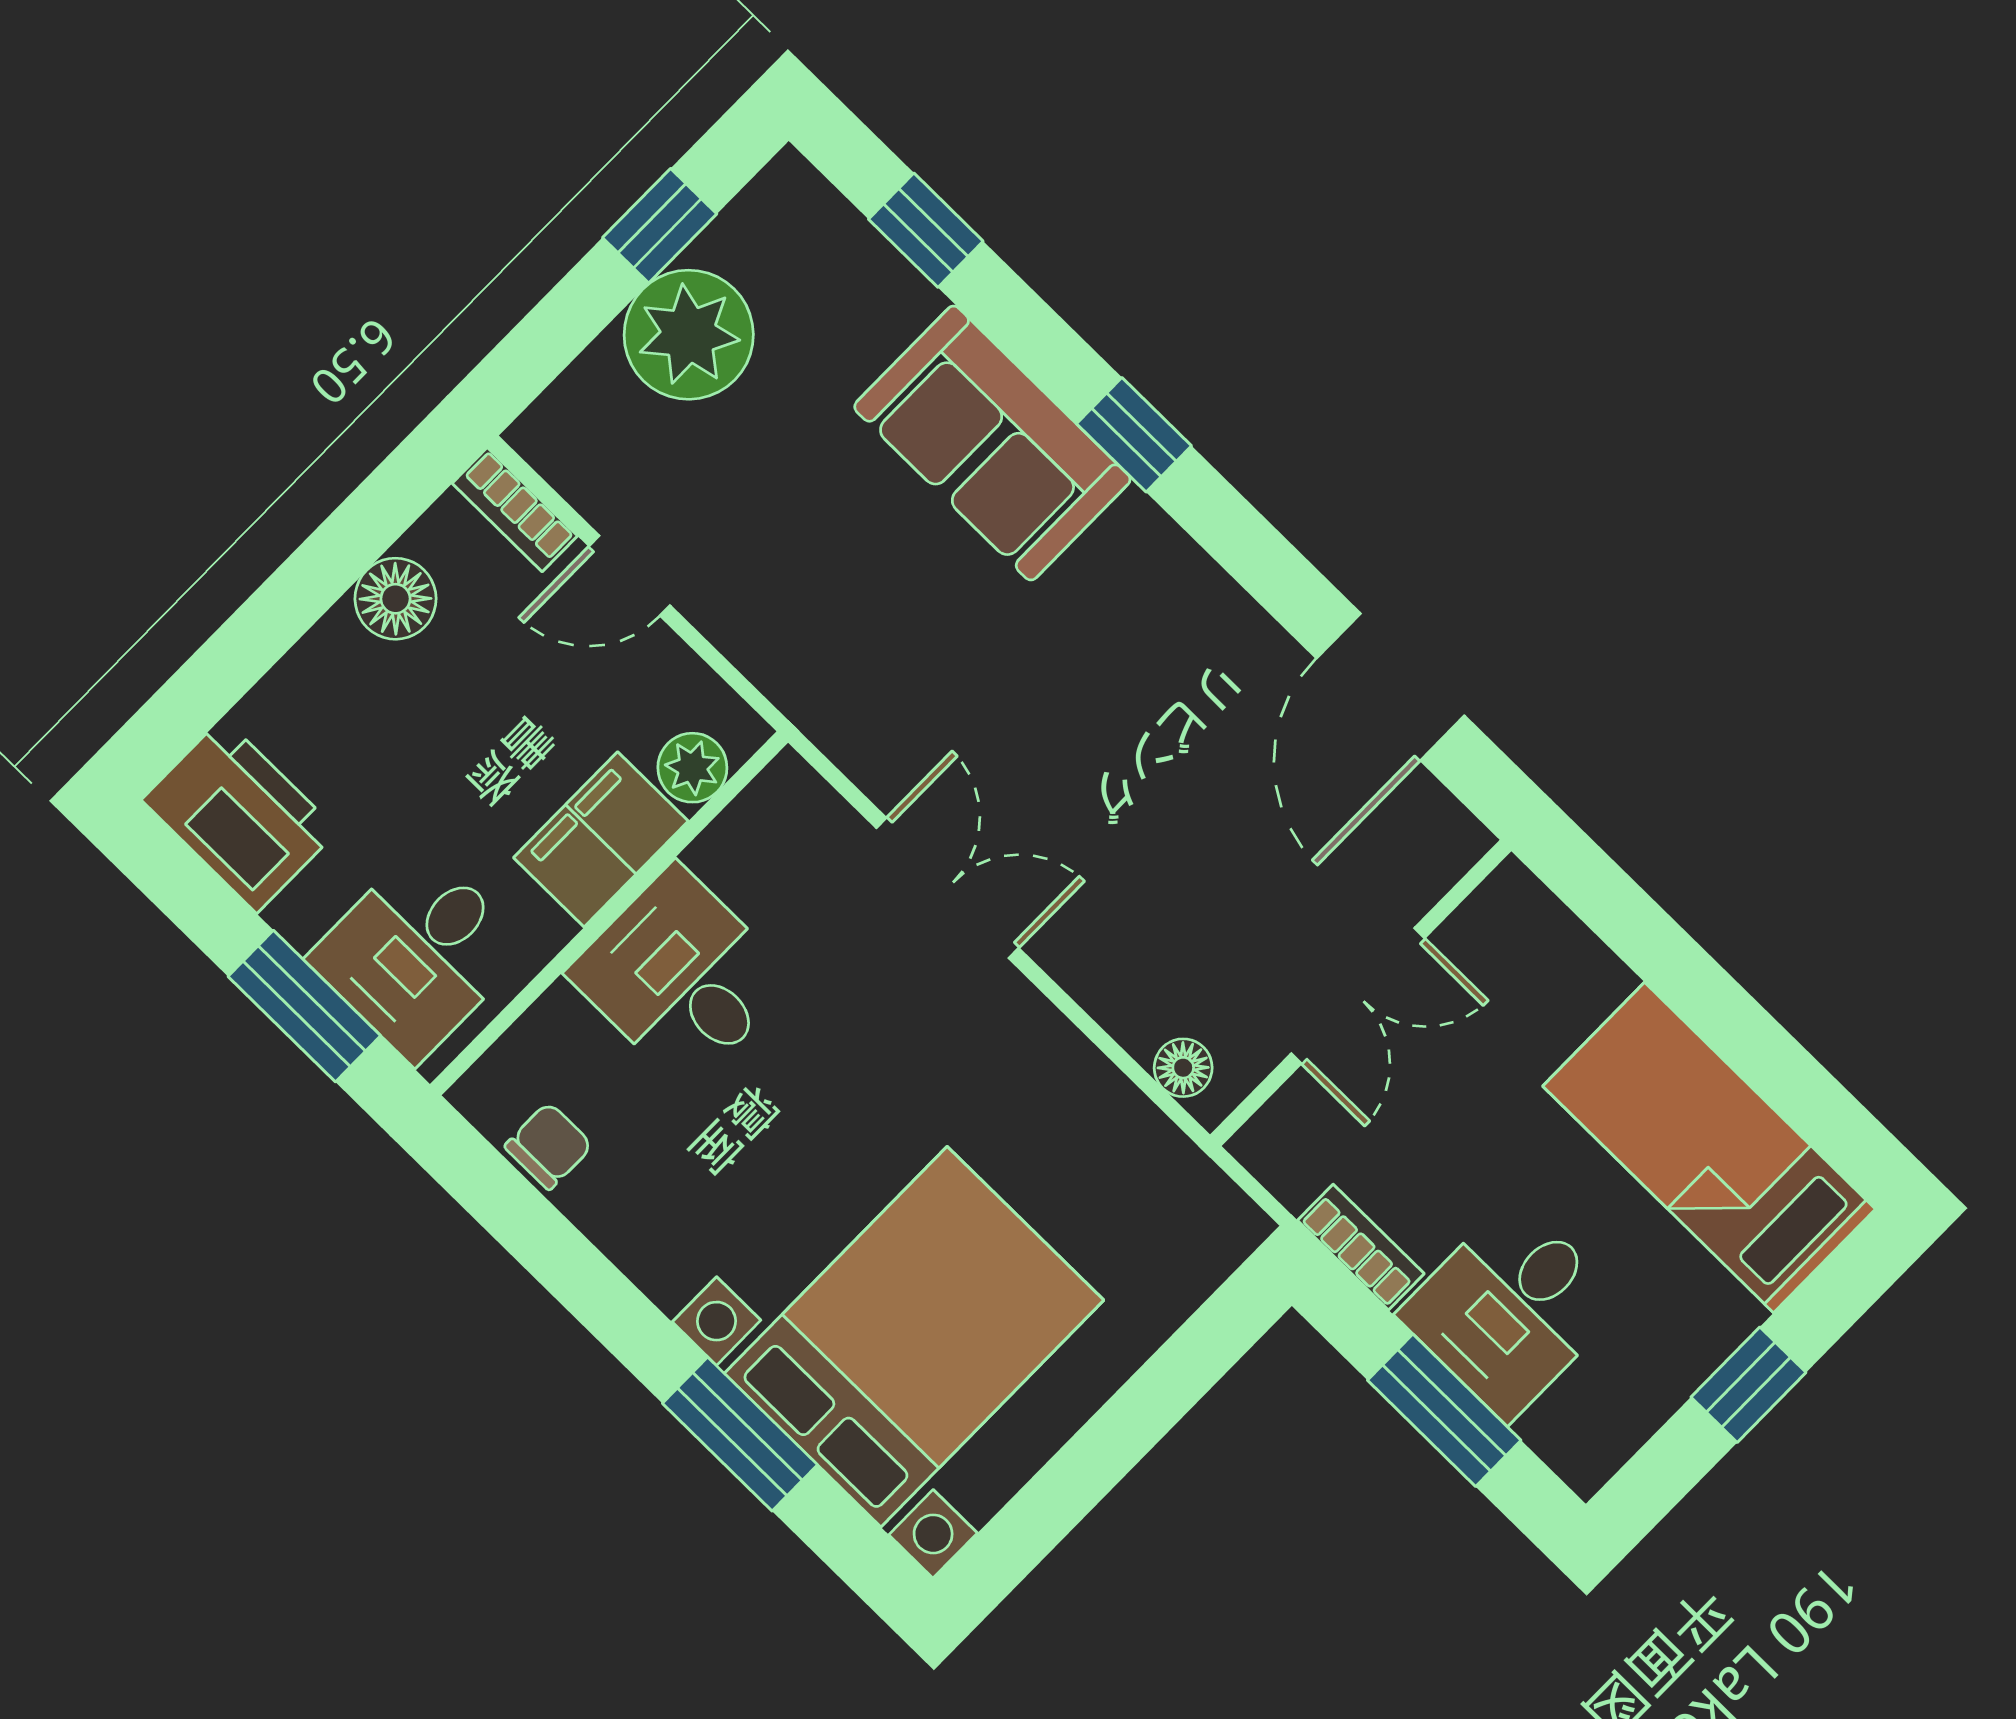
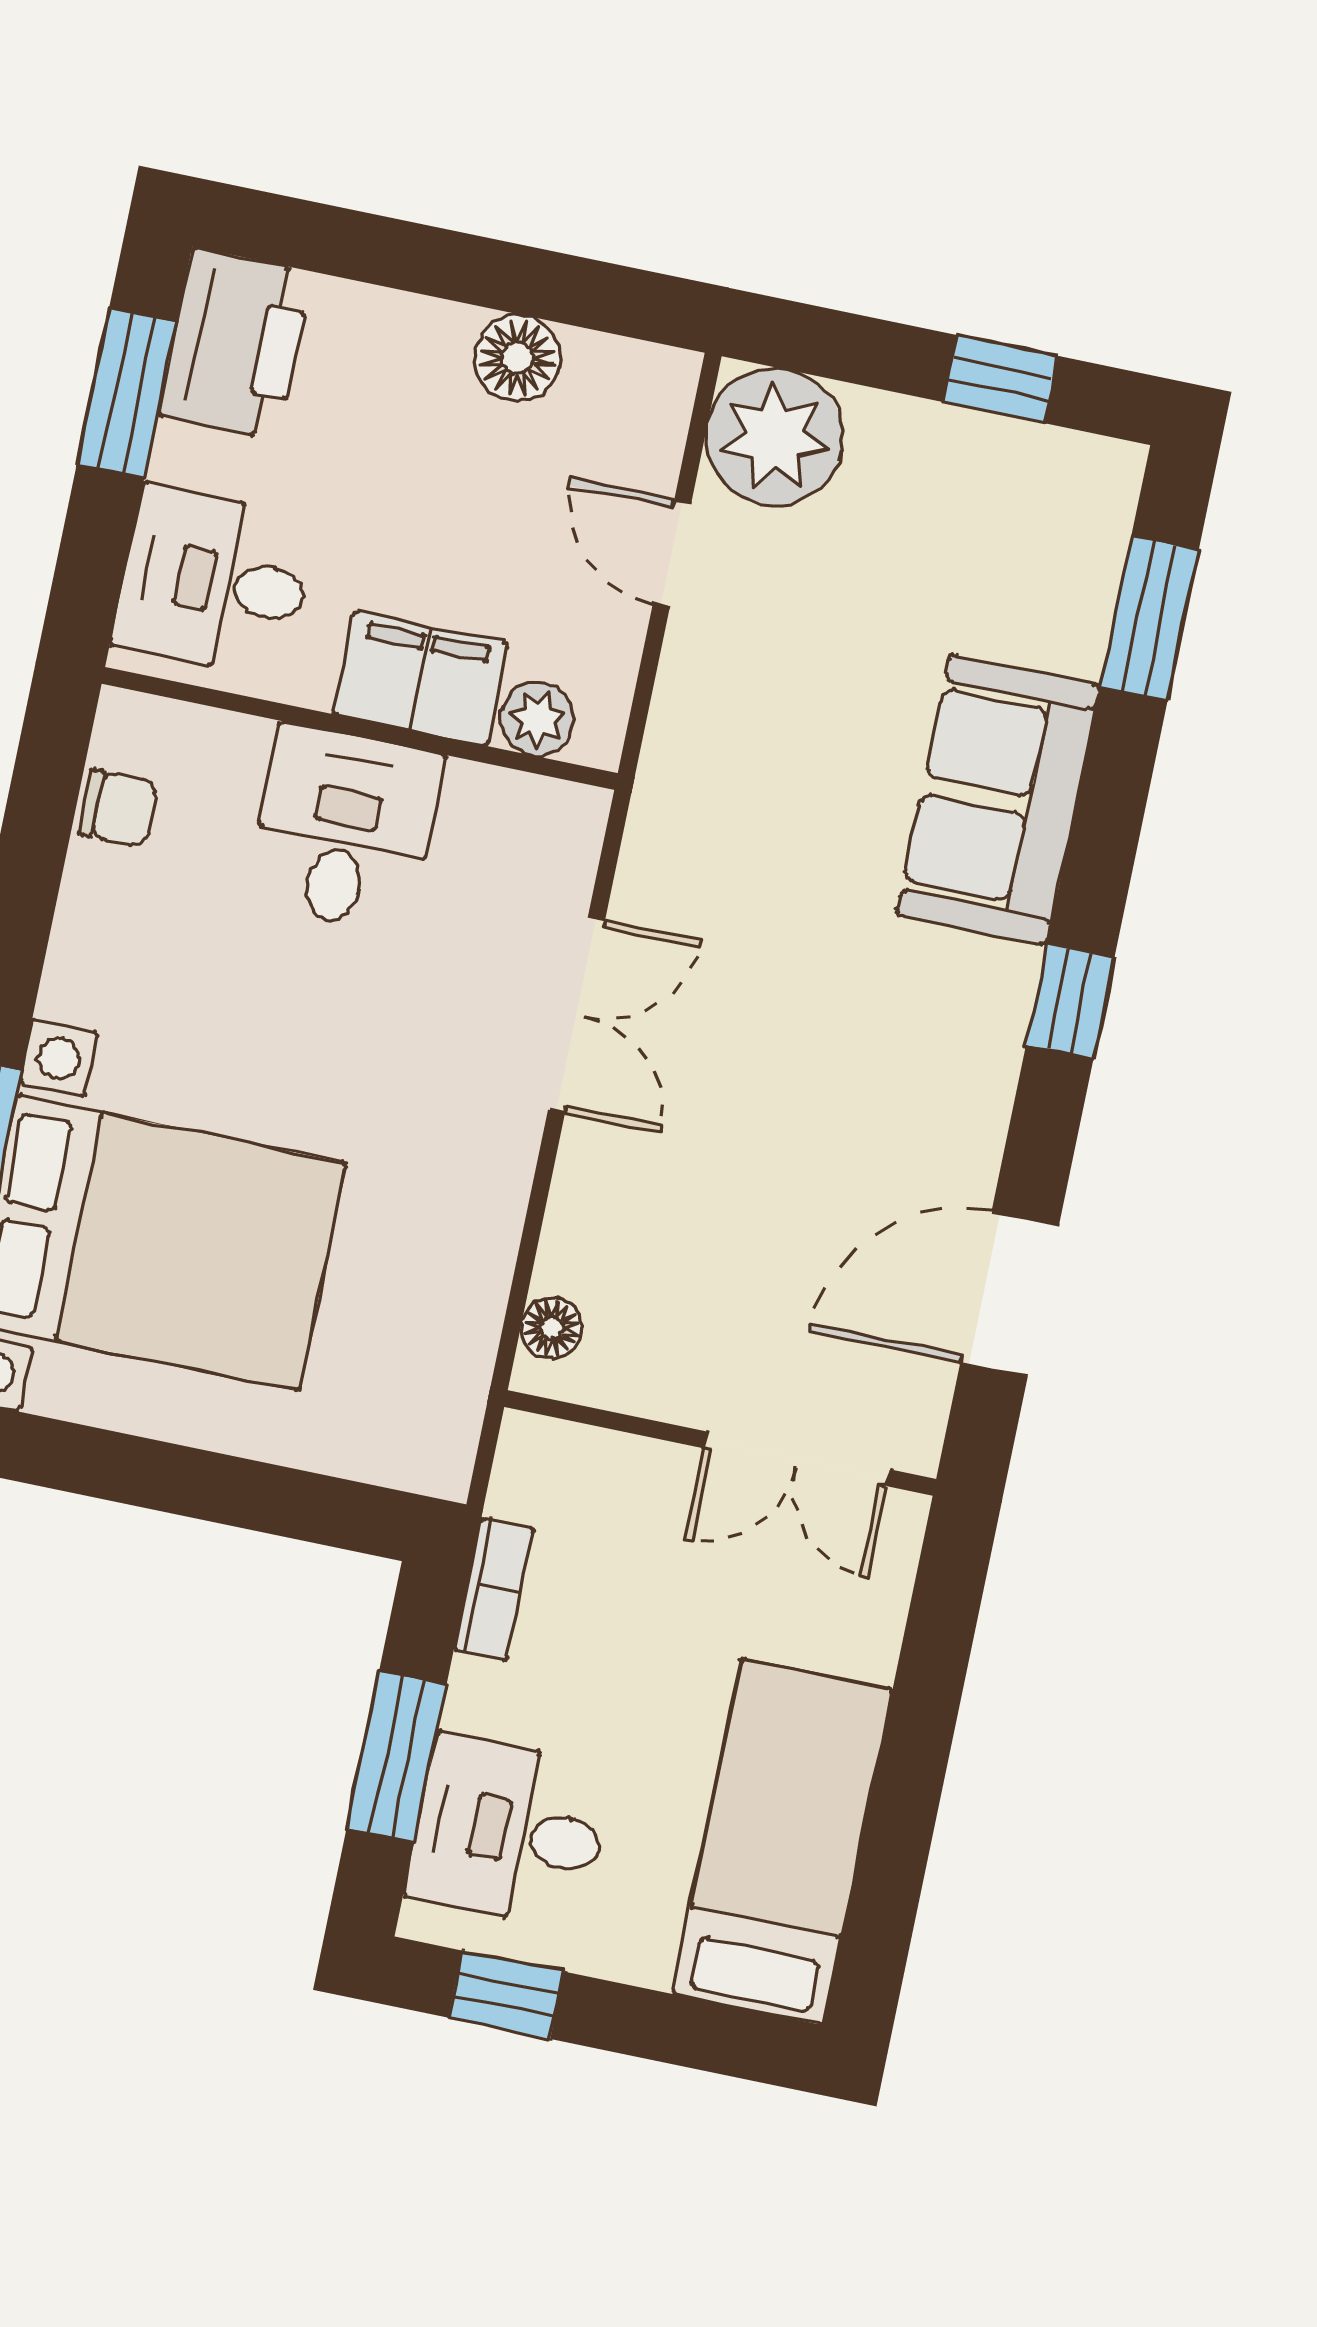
window: (926, 230) -> (1149, 618), width x1.50
plant: (689, 335) -> (775, 437), moved
window: (1134, 435) -> (1070, 1001), moved
bookcase: (515, 510) -> (665, 413), removed
double door: (1358, 996) -> (797, 1459), moved
window: (304, 1006) -> (127, 393), moved
desk: (1511, 1309) -> (510, 1831), moved
window: (1748, 1385) -> (506, 1995), moved

